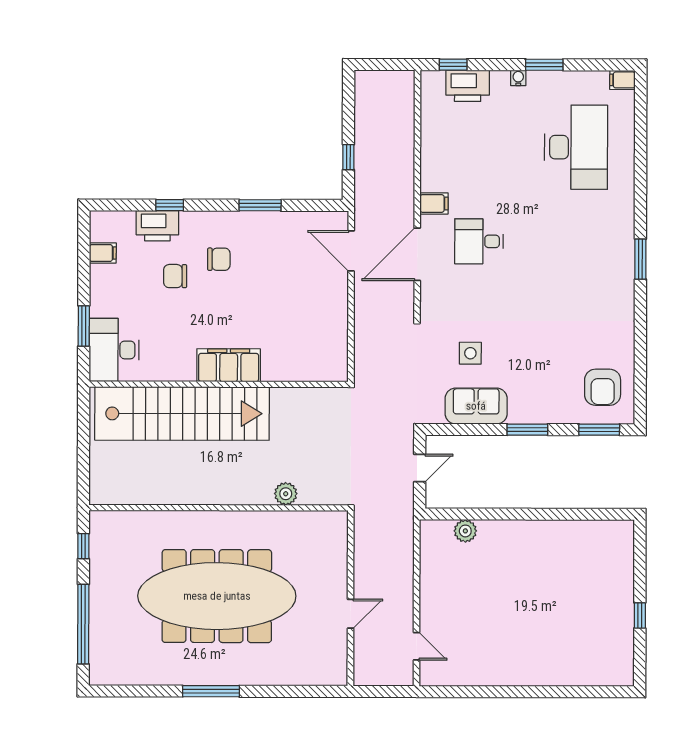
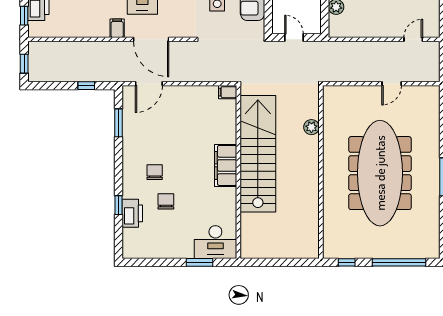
window: (381, 64) -> (24, 64), added
window: (260, 205) -> (118, 123), moved
filing cabinet: (103, 253) -> (228, 92), moved, turned -90
chair: (175, 276) -> (166, 201), turned 180
stairs: (182, 414) -> (258, 154), moved
door: (350, 614) -> (392, 84), swing flipped

